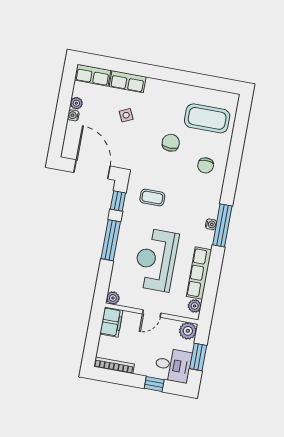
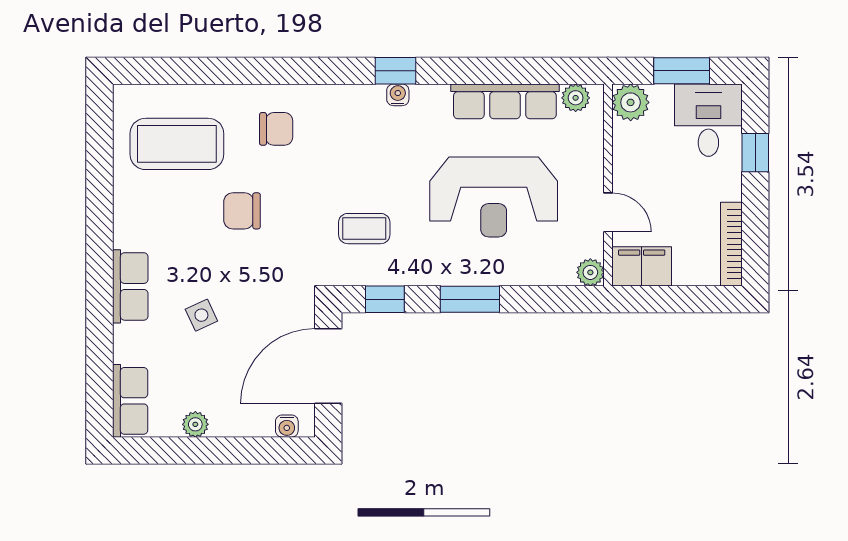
row of seats: (128, 82) -> (130, 286), moved
water cooler: (73, 115) -> (287, 426), moved
coffee table: (207, 118) -> (177, 144), turned 90
coffee table: (152, 198) -> (364, 229), turned 90
window: (222, 225) -> (396, 71), width x0.46
window: (111, 240) -> (470, 299), width x0.69
door: (152, 314) -> (608, 212), moved

